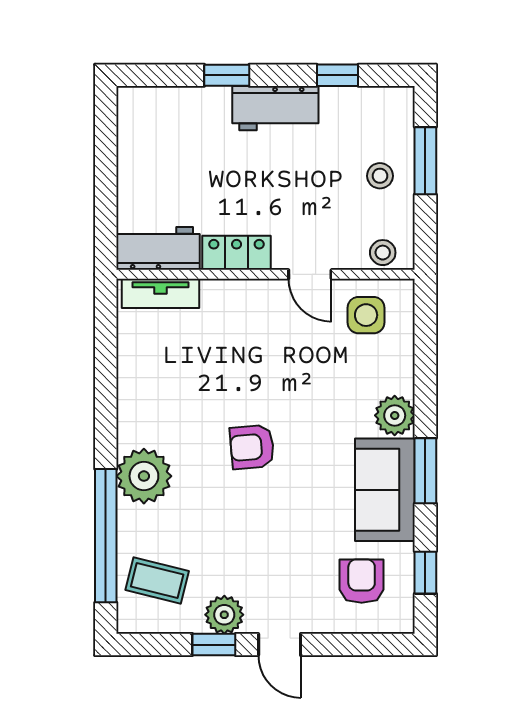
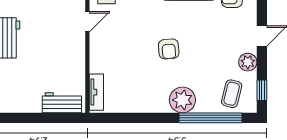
workbench: (158, 248) -> (62, 103), moved, turned 90
locker: (237, 253) -> (77, 56), removed
window: (214, 645) -> (262, 90), moved

